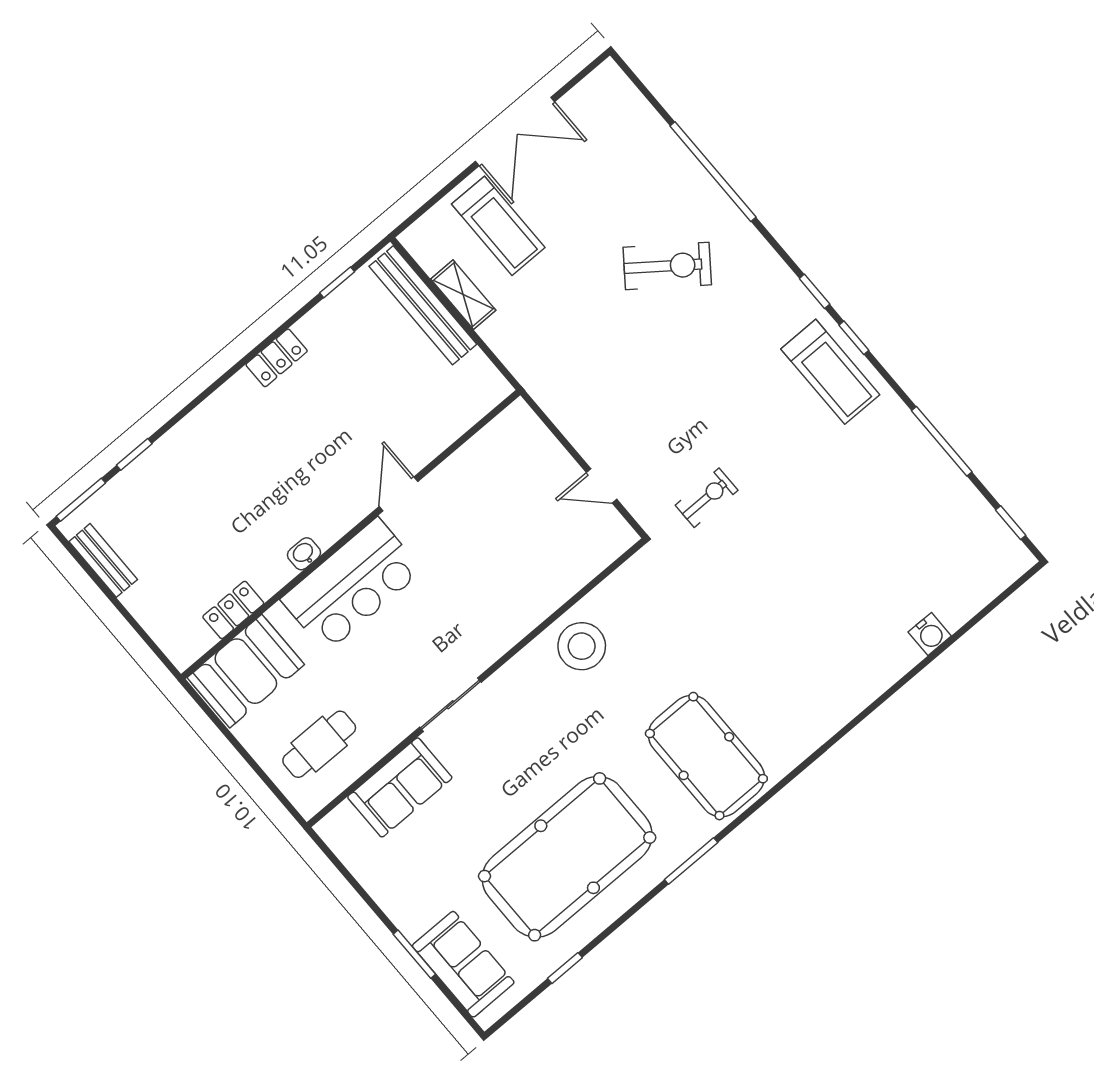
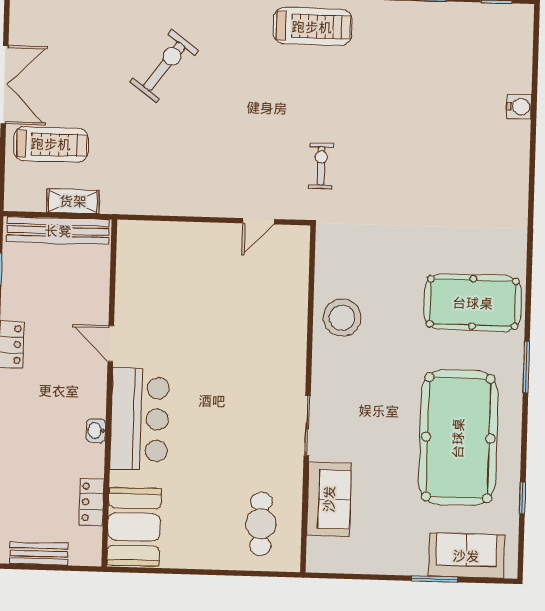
door: (398, 494) -> (111, 343), moved
wall: (351, 535) -> (109, 393), moved
washbasin: (304, 554) -> (96, 431), moved
bar counter: (352, 585) -> (140, 419), moved
locker: (233, 610) -> (92, 502), moved
booth: (246, 671) -> (134, 527), moved

